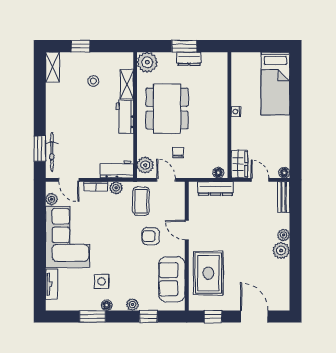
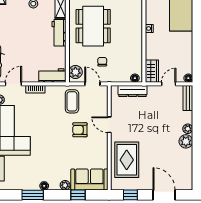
door: (69, 180) -> (13, 84), swing flipped
door: (260, 180) -> (169, 84), hinge flipped
plant: (116, 188) -> (52, 90), removed
sofa: (172, 279) -> (89, 179), moved, turned 90
side table: (101, 281) -> (40, 166), removed

